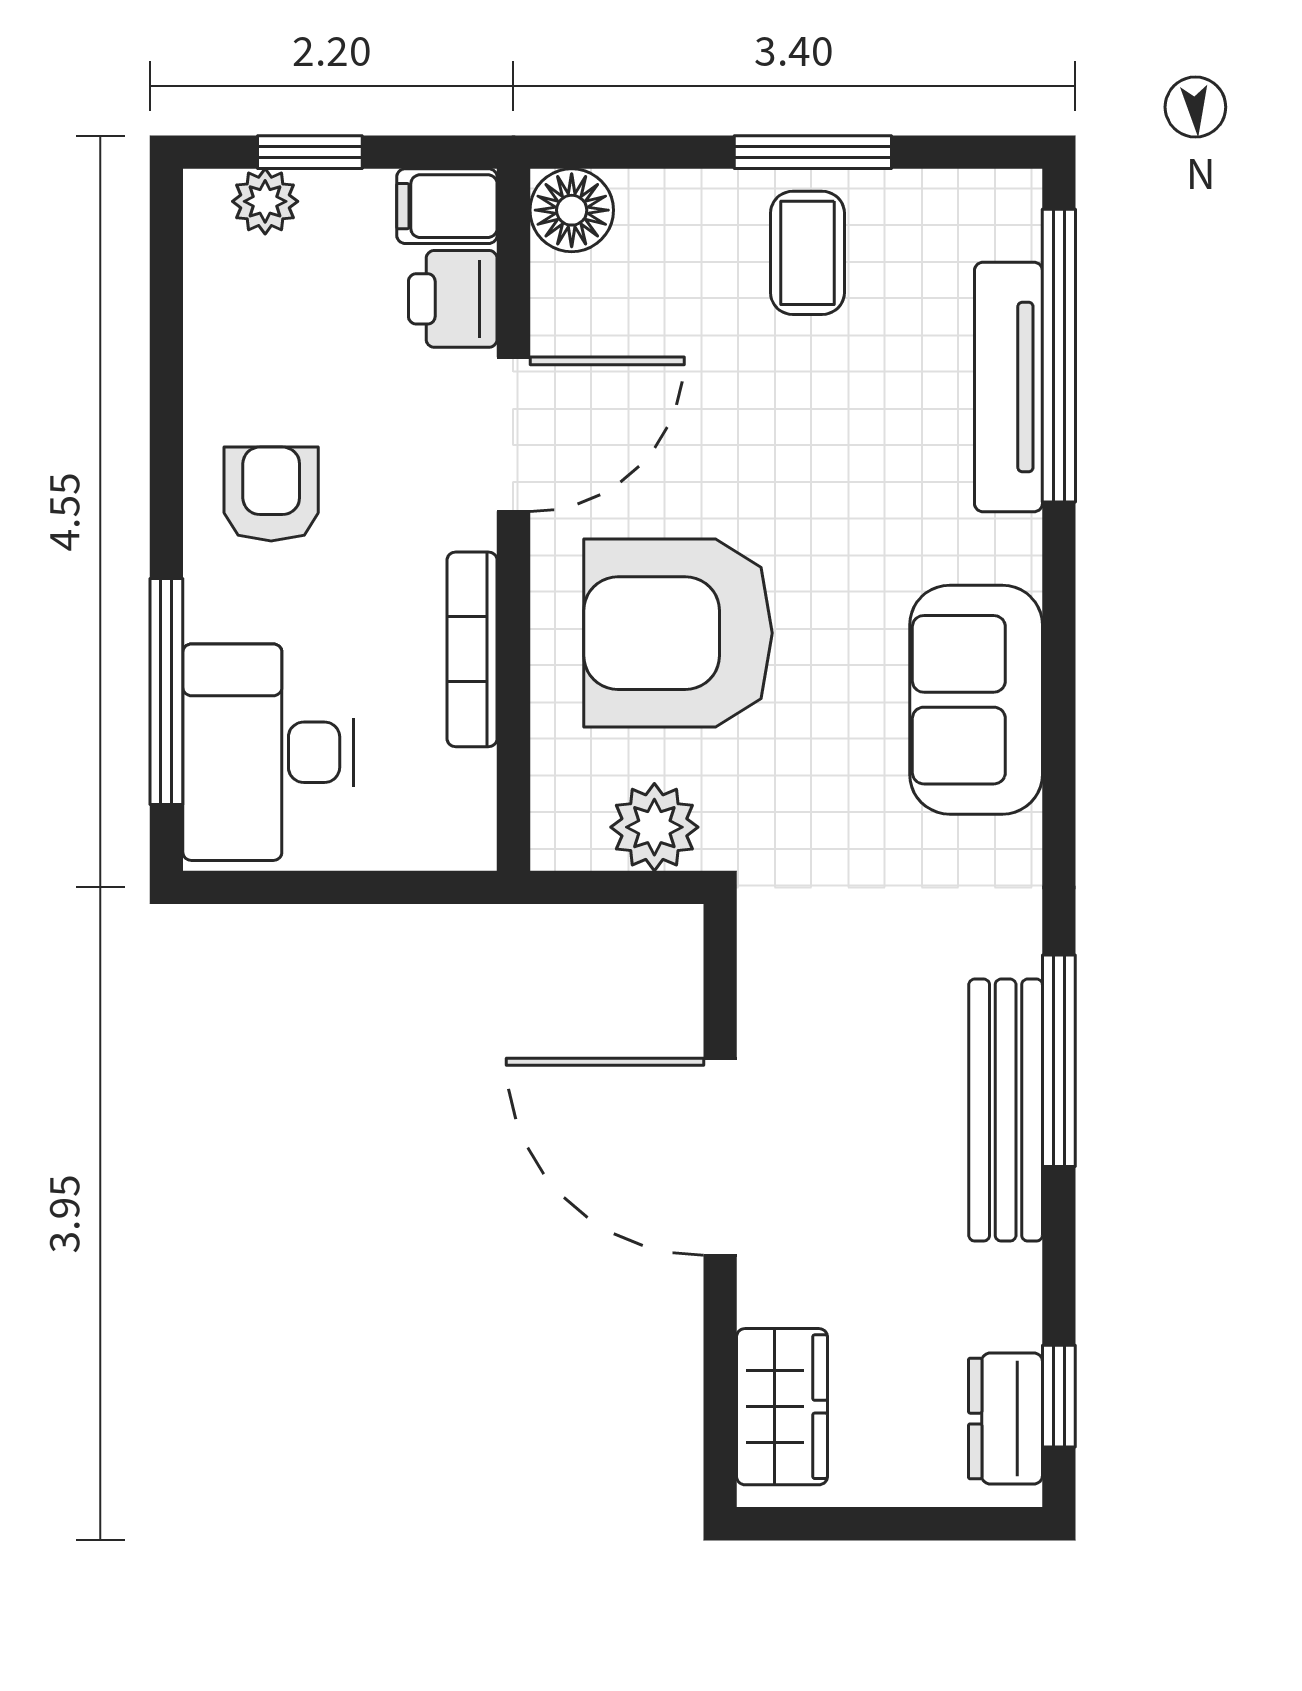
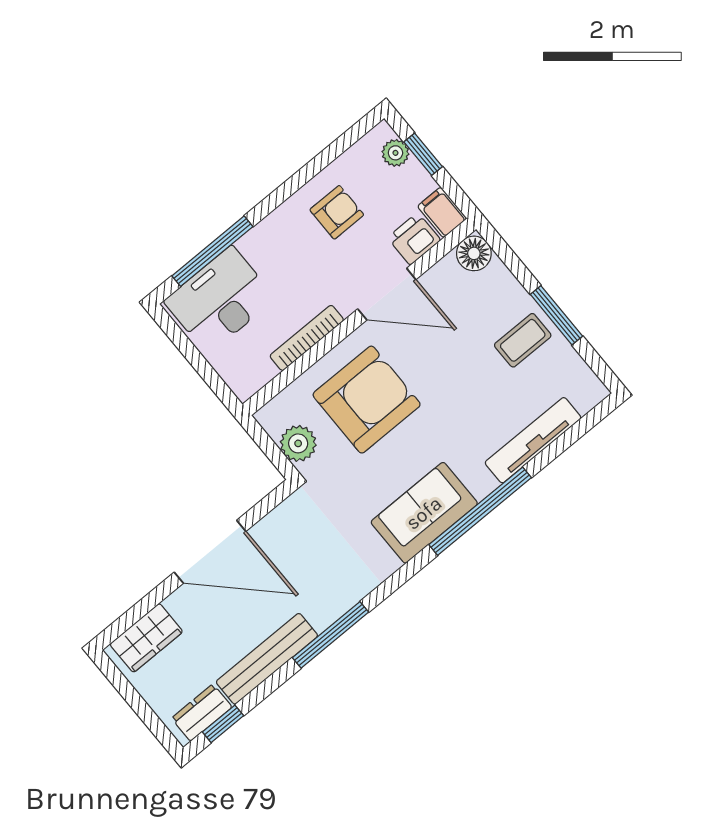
window: (1059, 356) -> (480, 511), moved
armchair: (271, 494) -> (337, 212), moved
armchair: (678, 633) -> (367, 400), turned 90
bench: (1006, 1110) -> (267, 659), moved
door: (720, 1157) -> (210, 552), swing flipped

